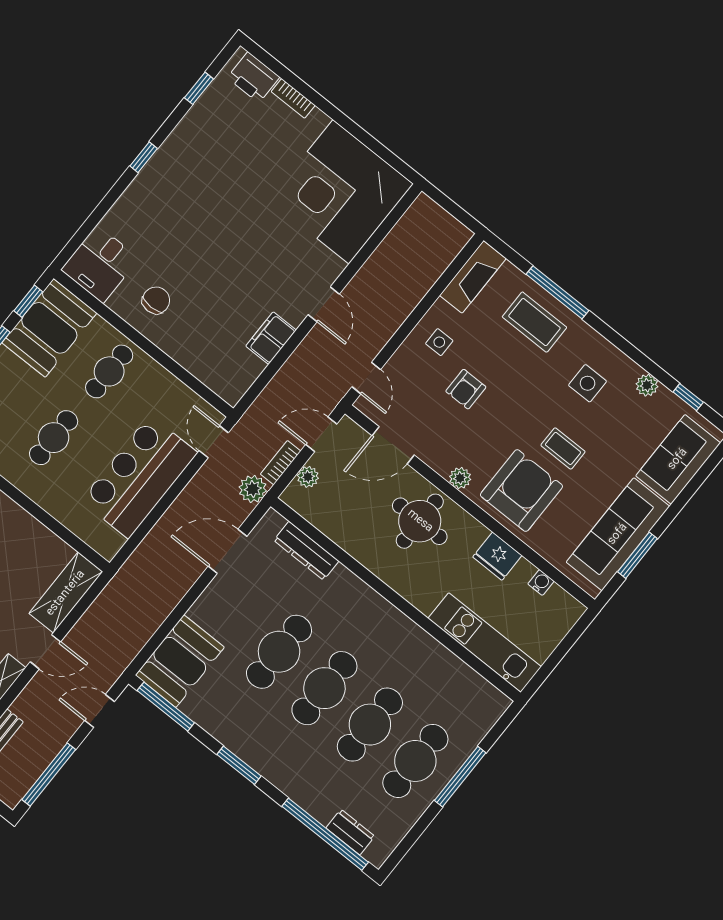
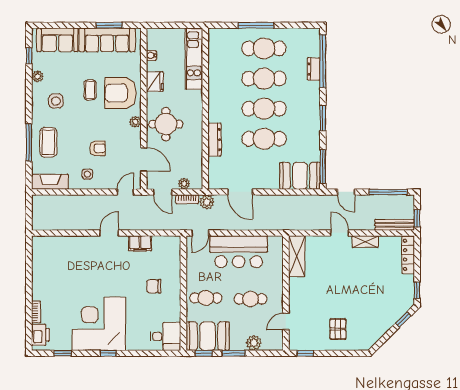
corner desk: (341, 192) -> (99, 324), moved, turned 180
chair: (156, 300) -> (154, 286), moved
dresser: (306, 551) -> (214, 140), moved
shelving: (66, 593) -> (297, 256), moved, turned 90
dresser: (350, 832) -> (314, 69), moved

